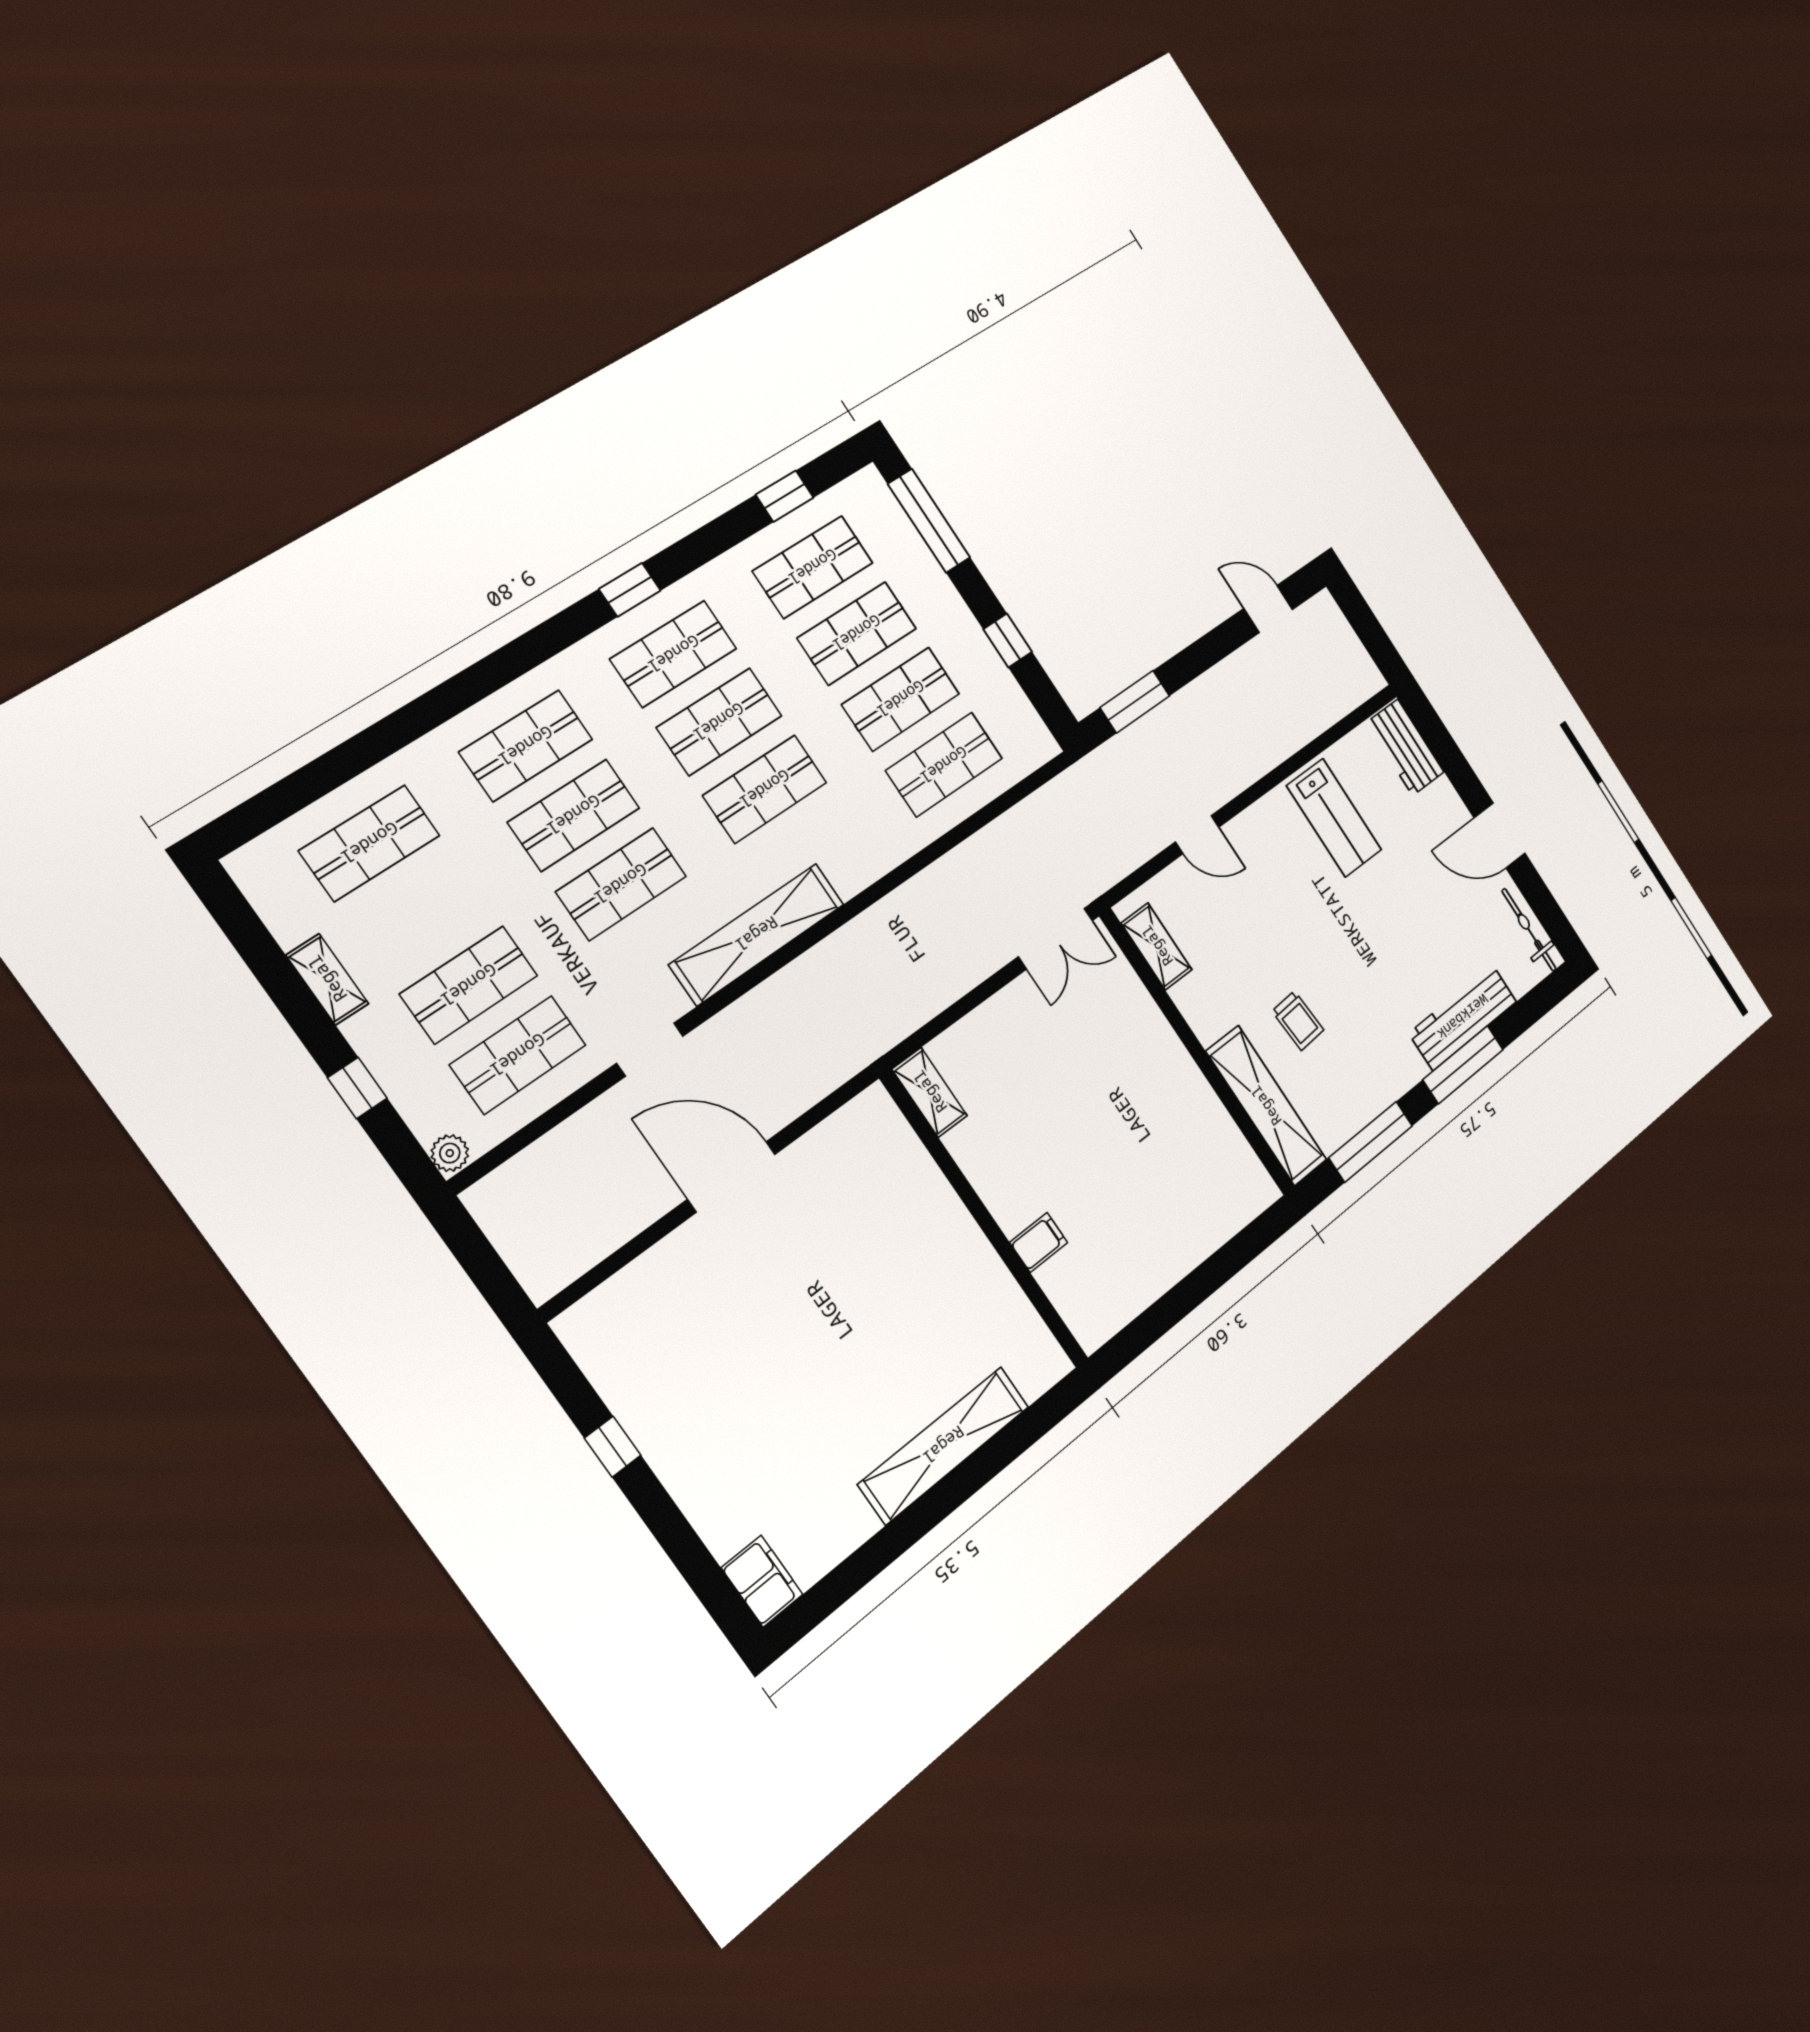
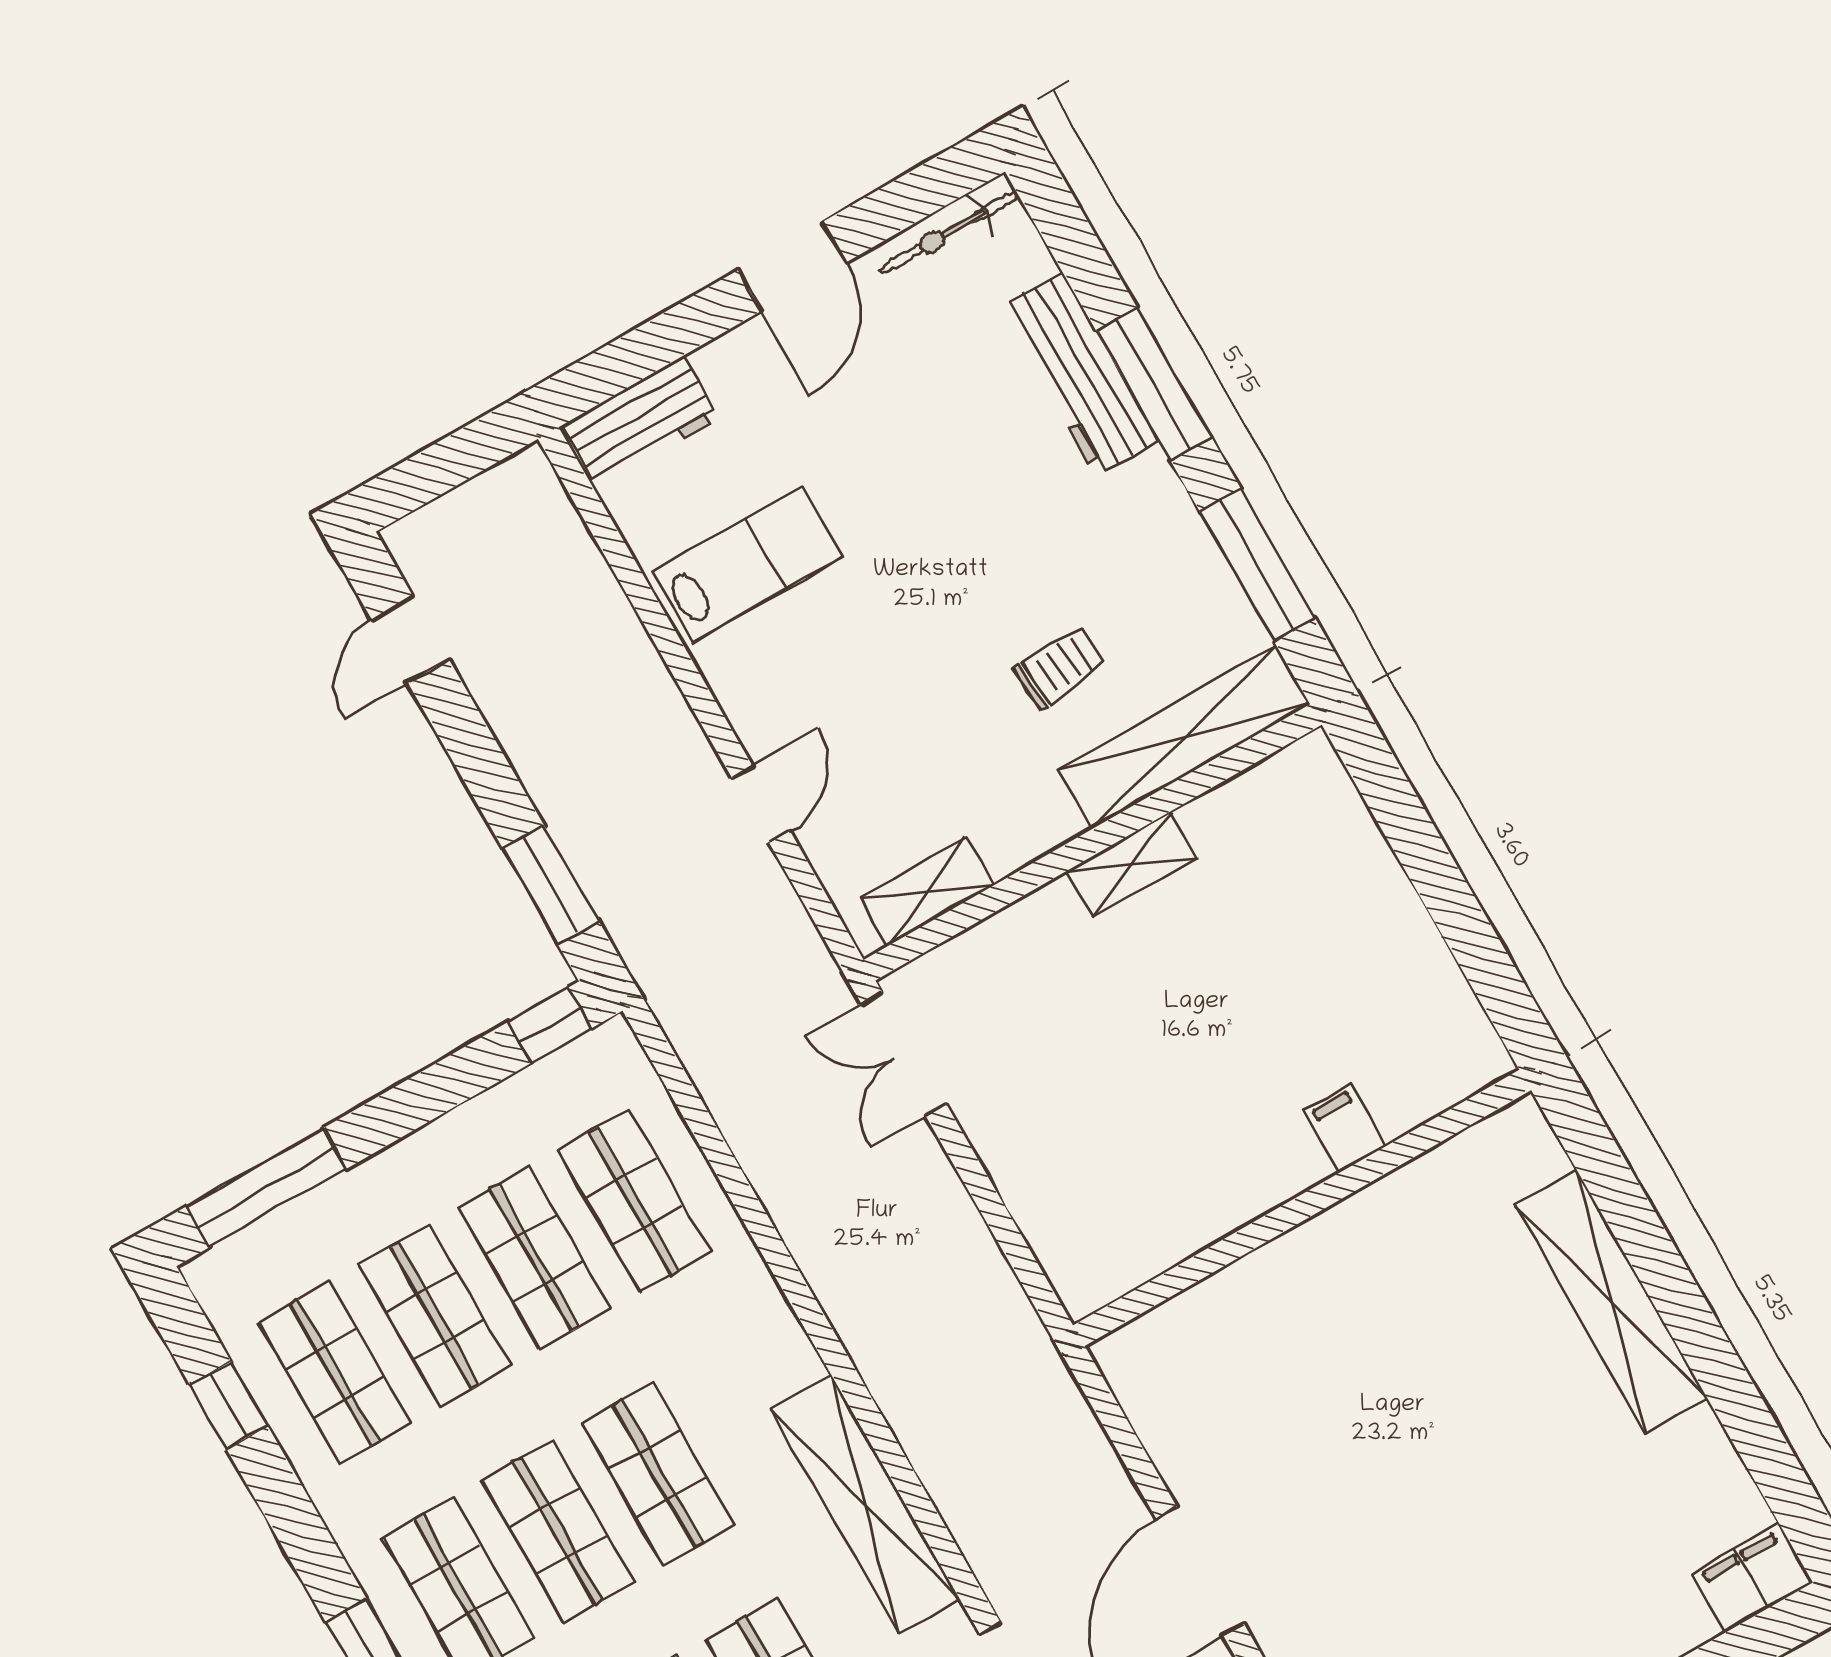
window: (1008, 641) -> (550, 1025), moved
double door: (1056, 939) -> (904, 1054), swing flipped
shelving: (930, 1092) -> (1132, 865), moved

